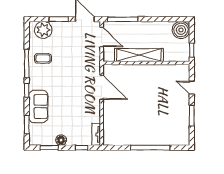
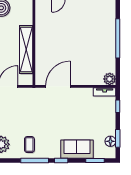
plant: (109, 139) -> (110, 79), added
floor lamp: (61, 140) -> (110, 141), moved

